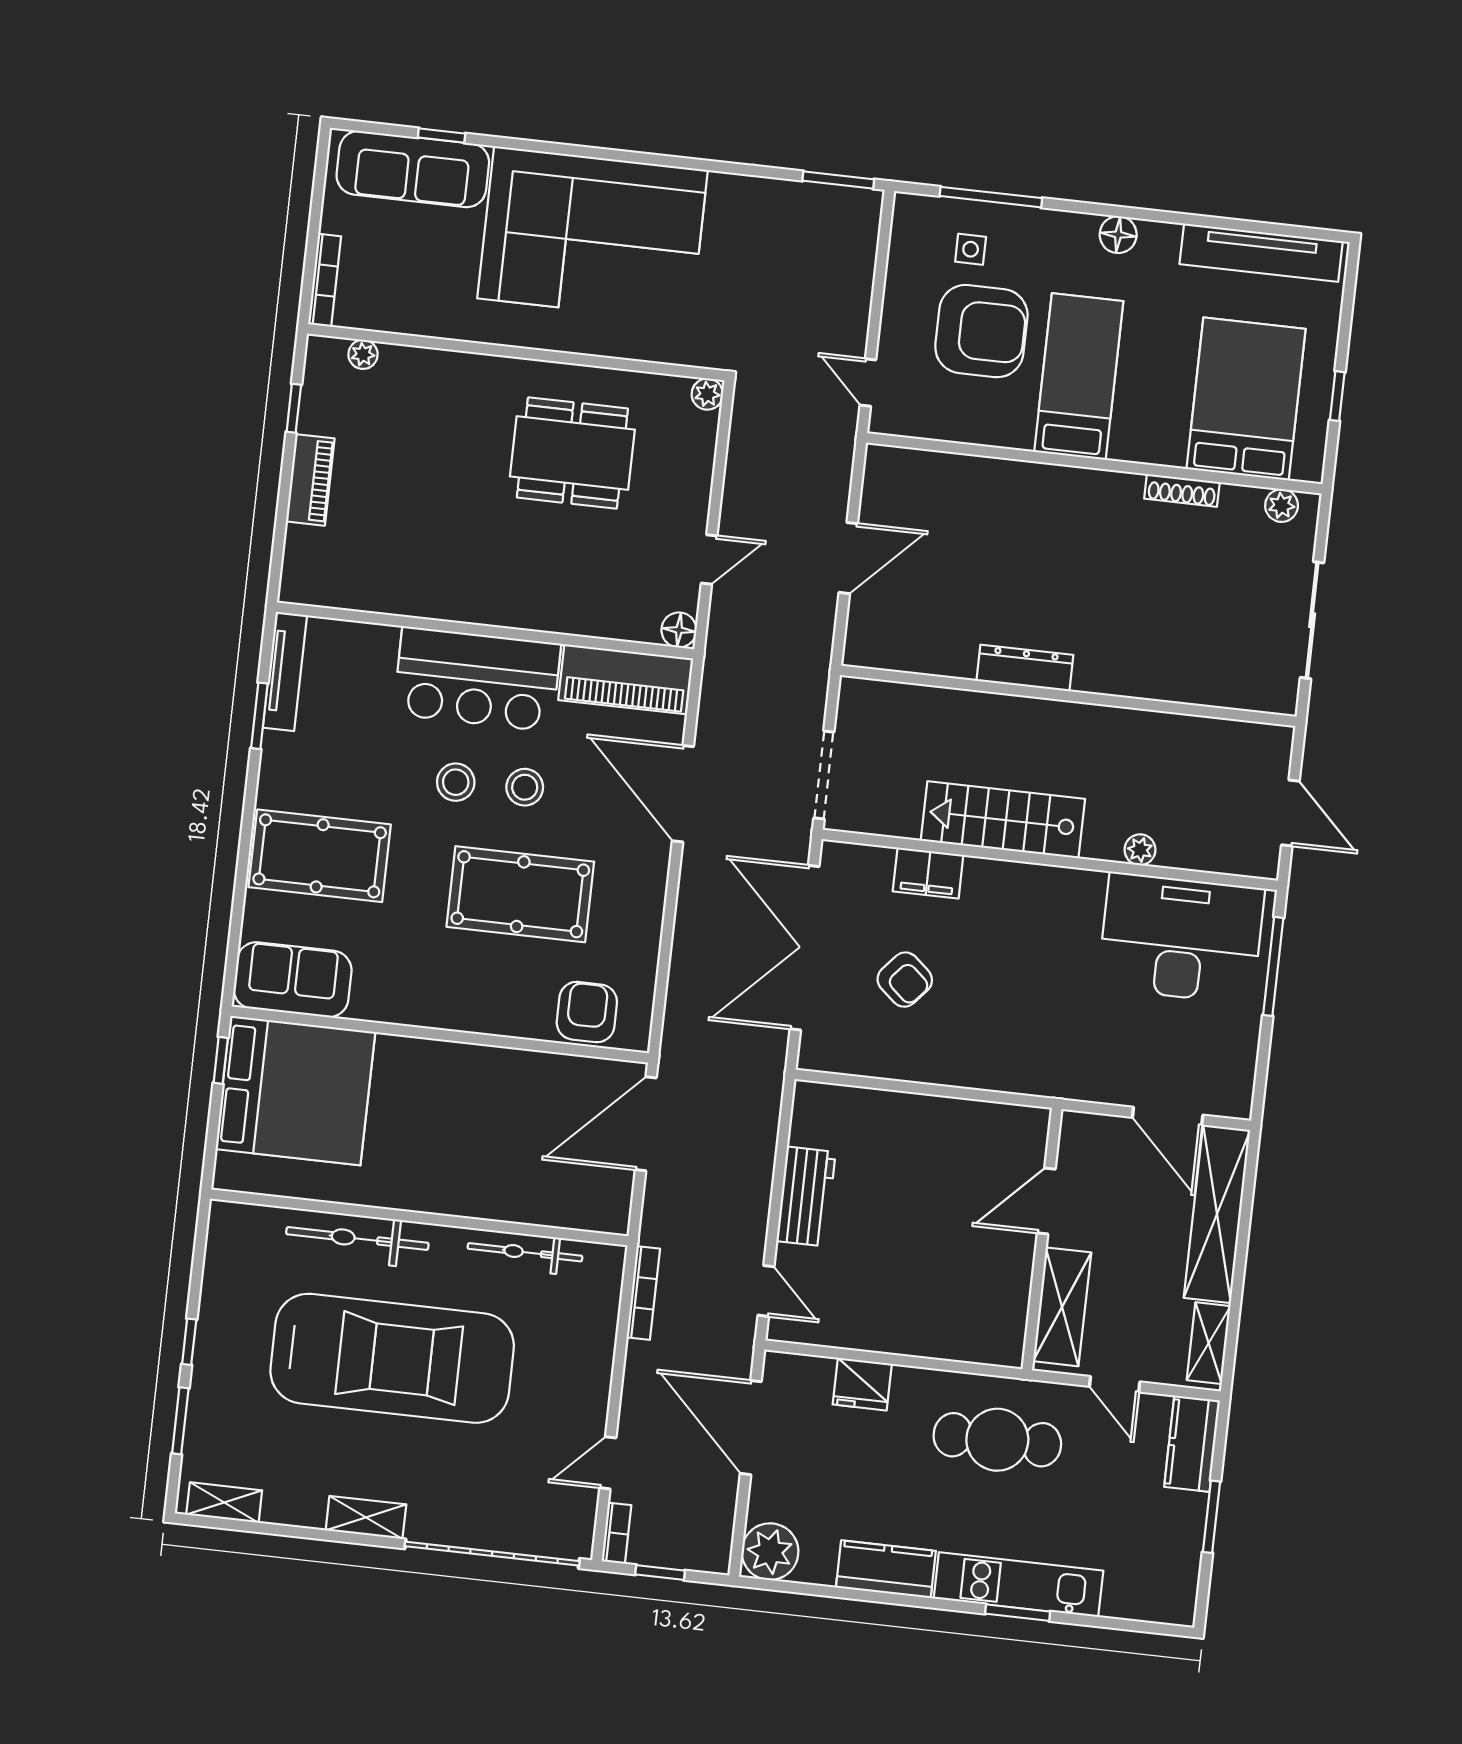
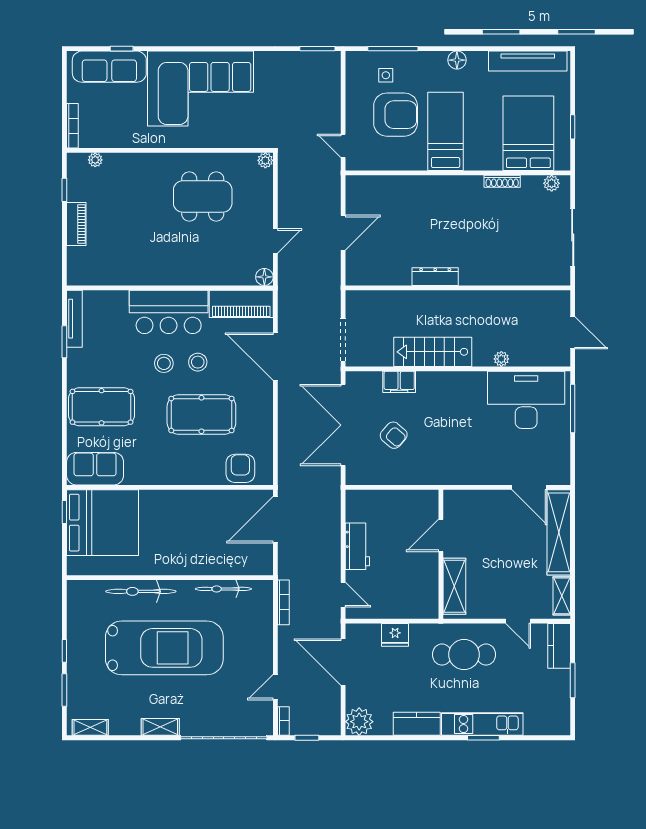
door: (1046, 1201) -> (441, 535), moved
wall: (1042, 1239) -> (441, 554), moved
shelving: (1062, 1307) -> (454, 586), moved

